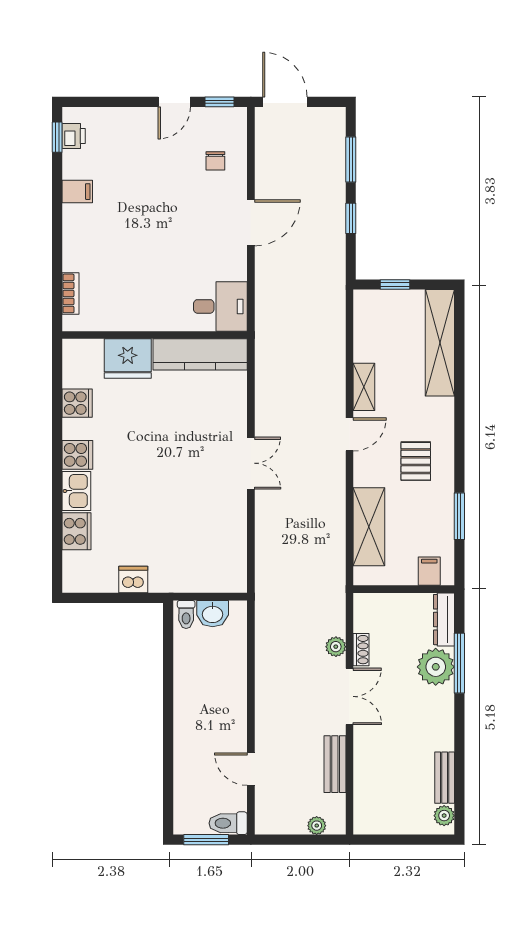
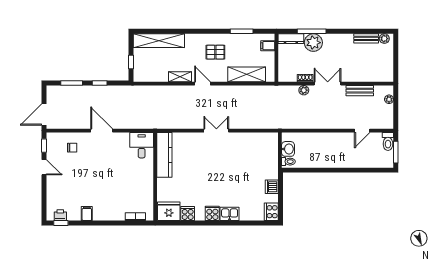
fridge: (128, 358) -> (169, 211), moved, turned -90
cooker: (76, 531) -> (271, 212), moved, turned -90

